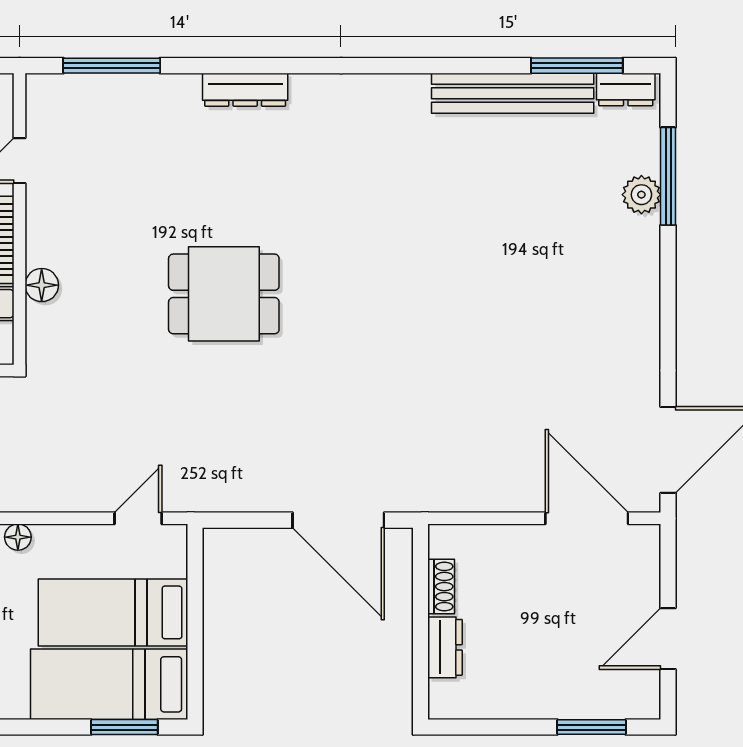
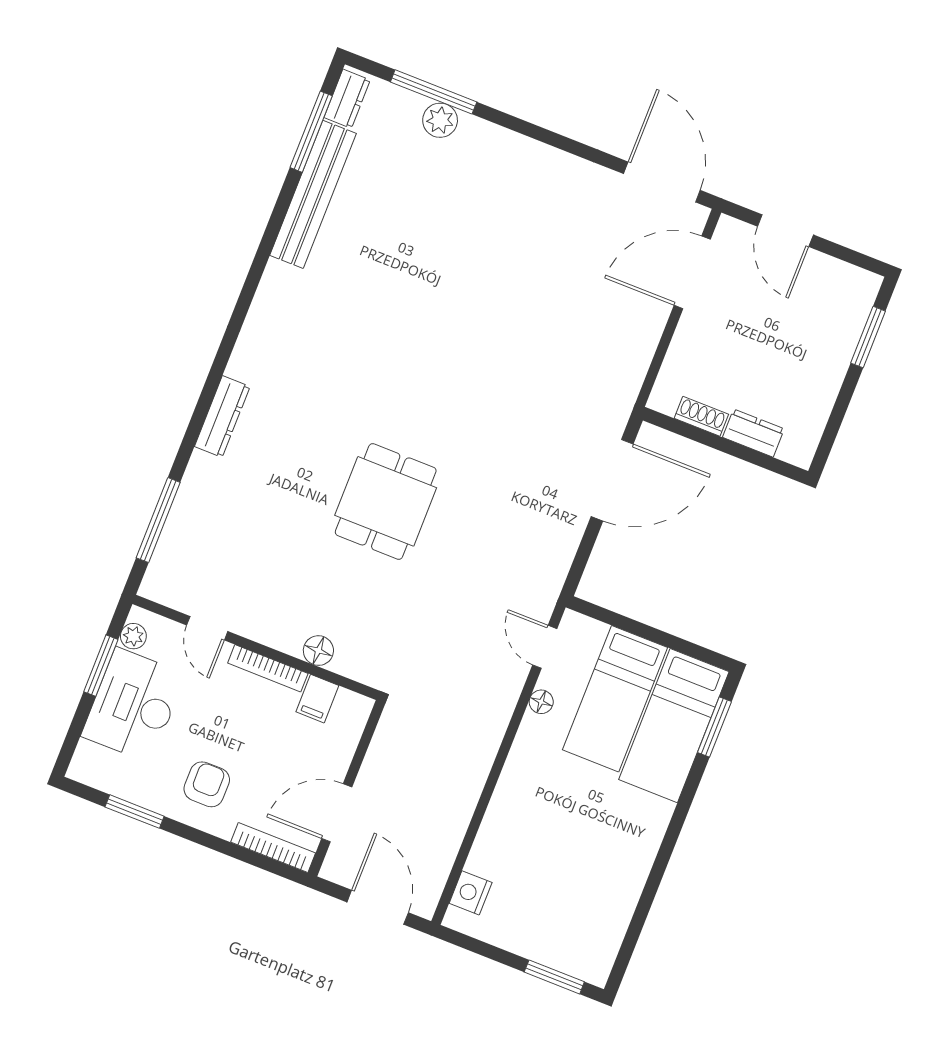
floor lamp: (18, 537) -> (541, 702), moved
door: (668, 639) -> (785, 231), moved

